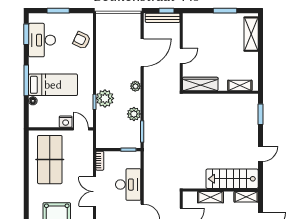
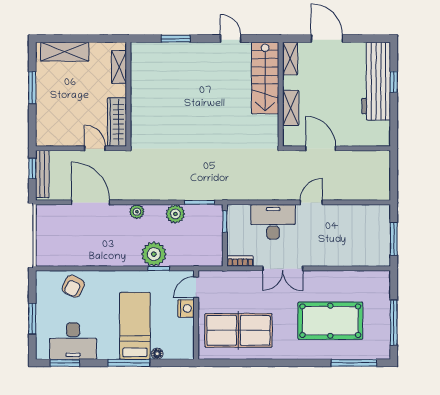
wardrobe: (200, 84) -> (117, 122), moved
shelving: (240, 85) -> (119, 67), moved
wall: (220, 92) -> (128, 94), moved

